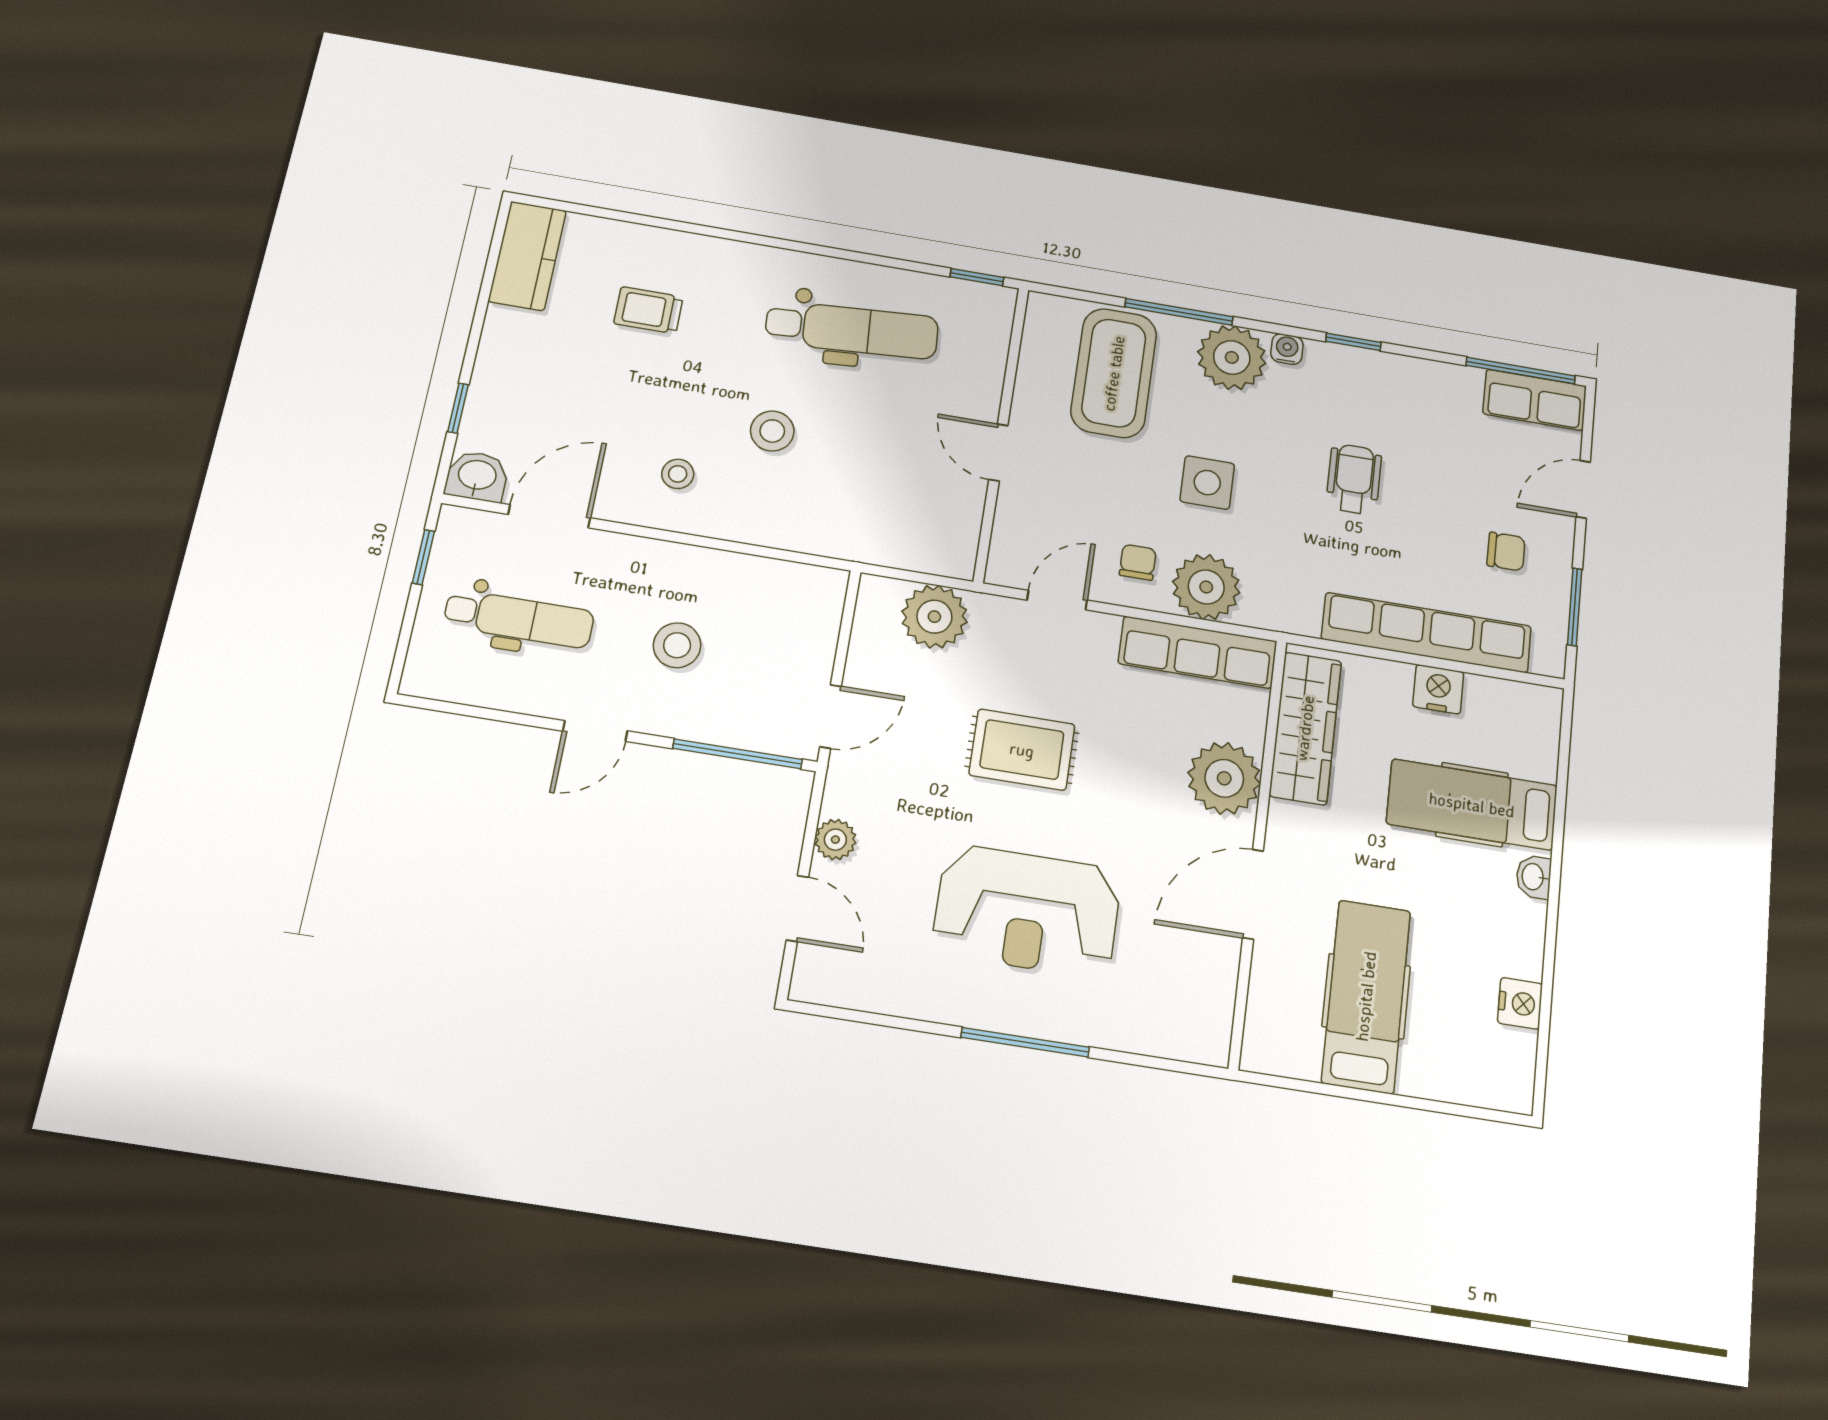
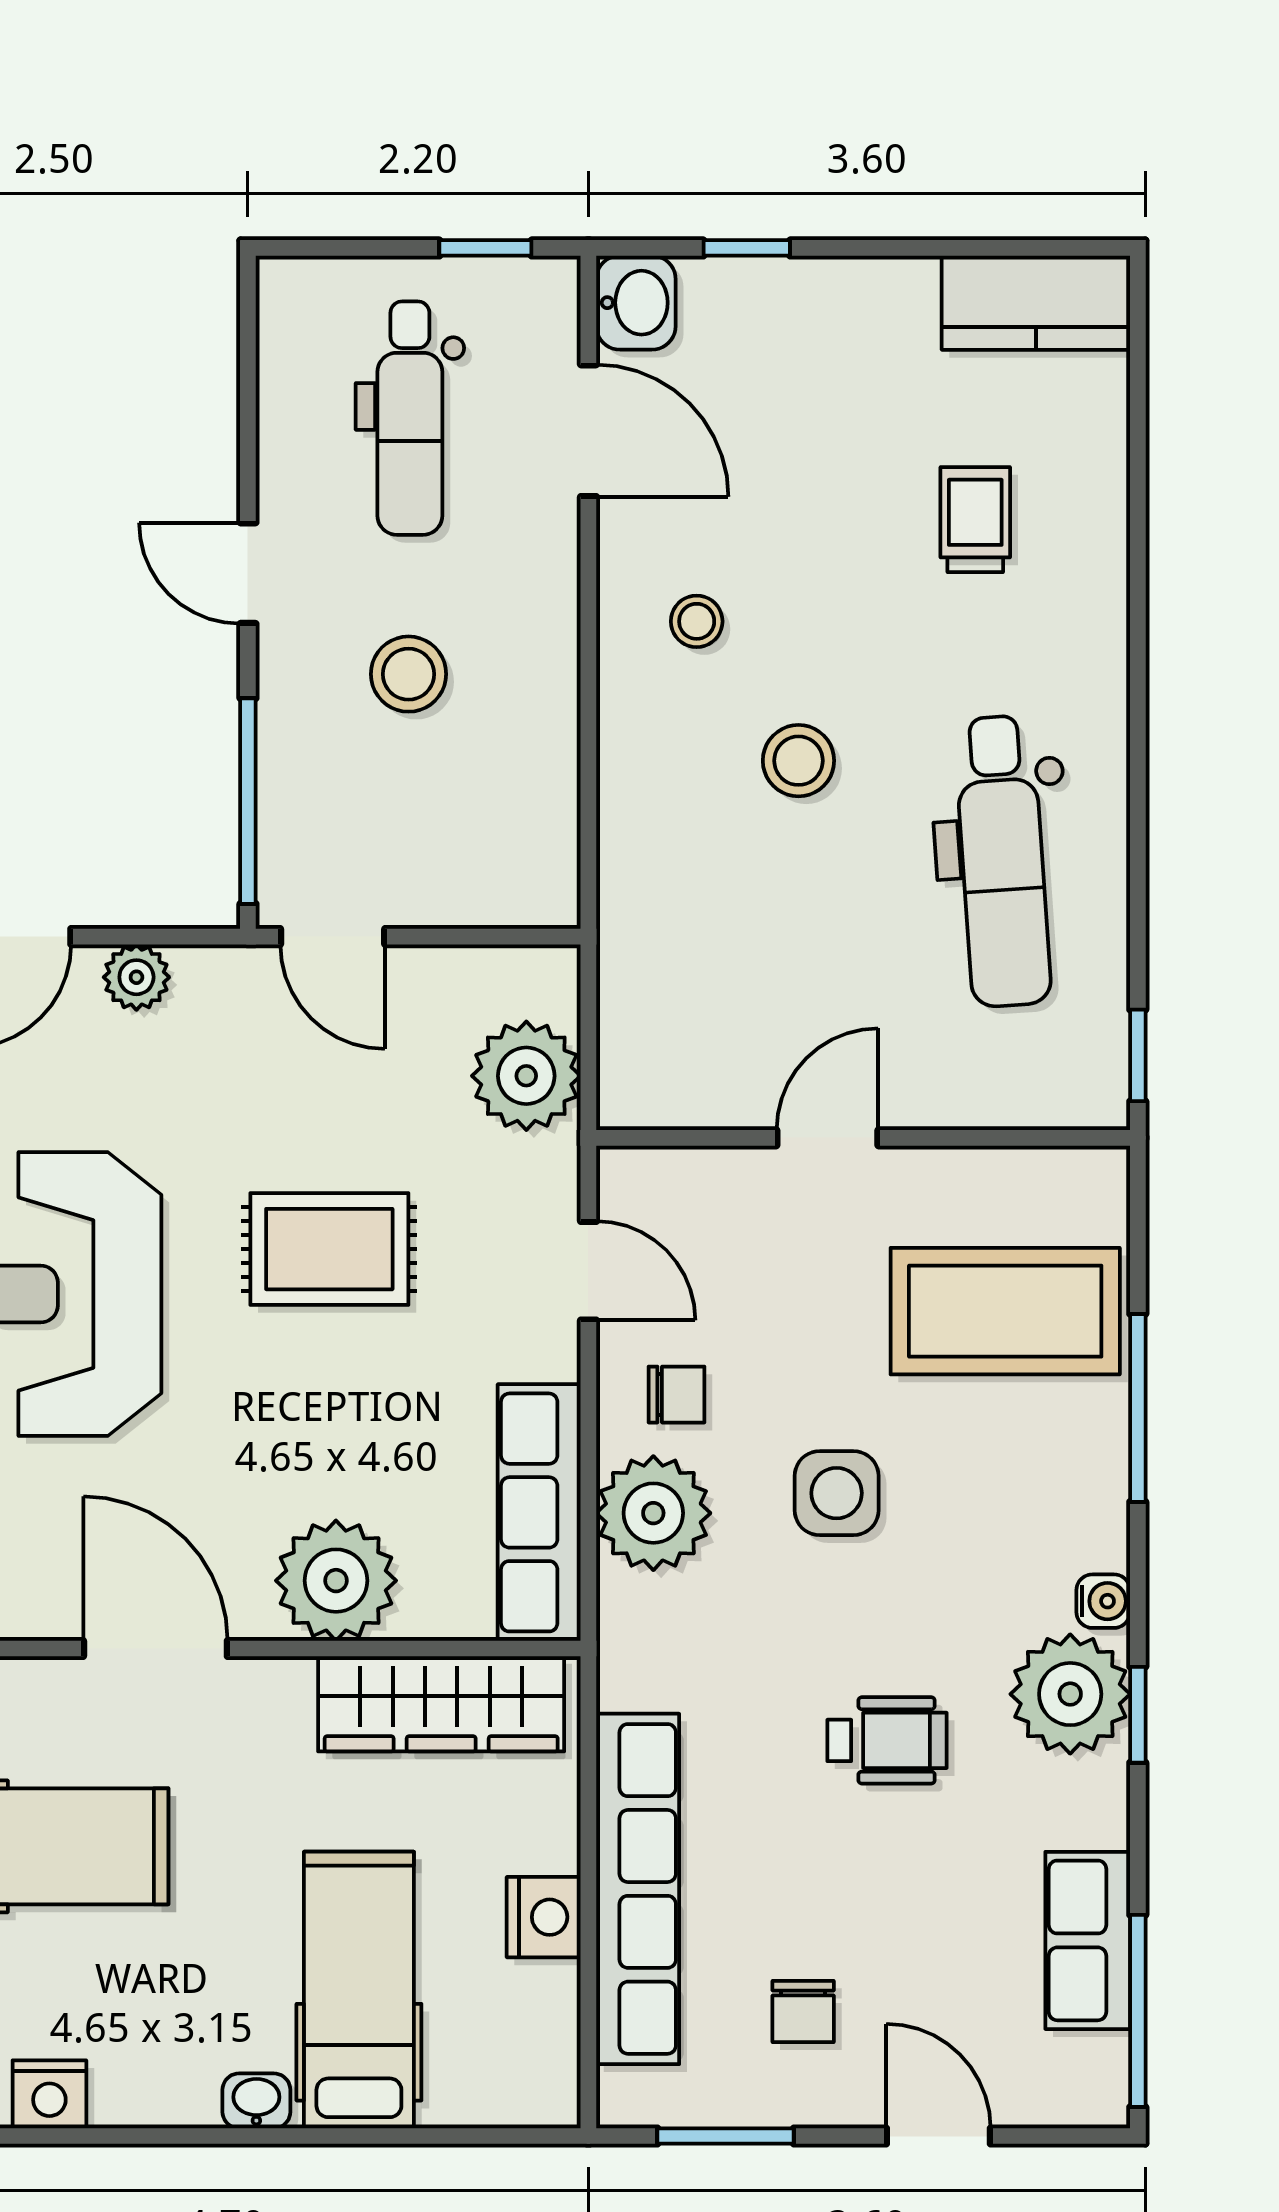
plant: (1232, 357) -> (1070, 1694), moved
row of seats: (1535, 400) -> (1088, 1940), moved
rug: (1022, 750) -> (329, 1249), turned 90

